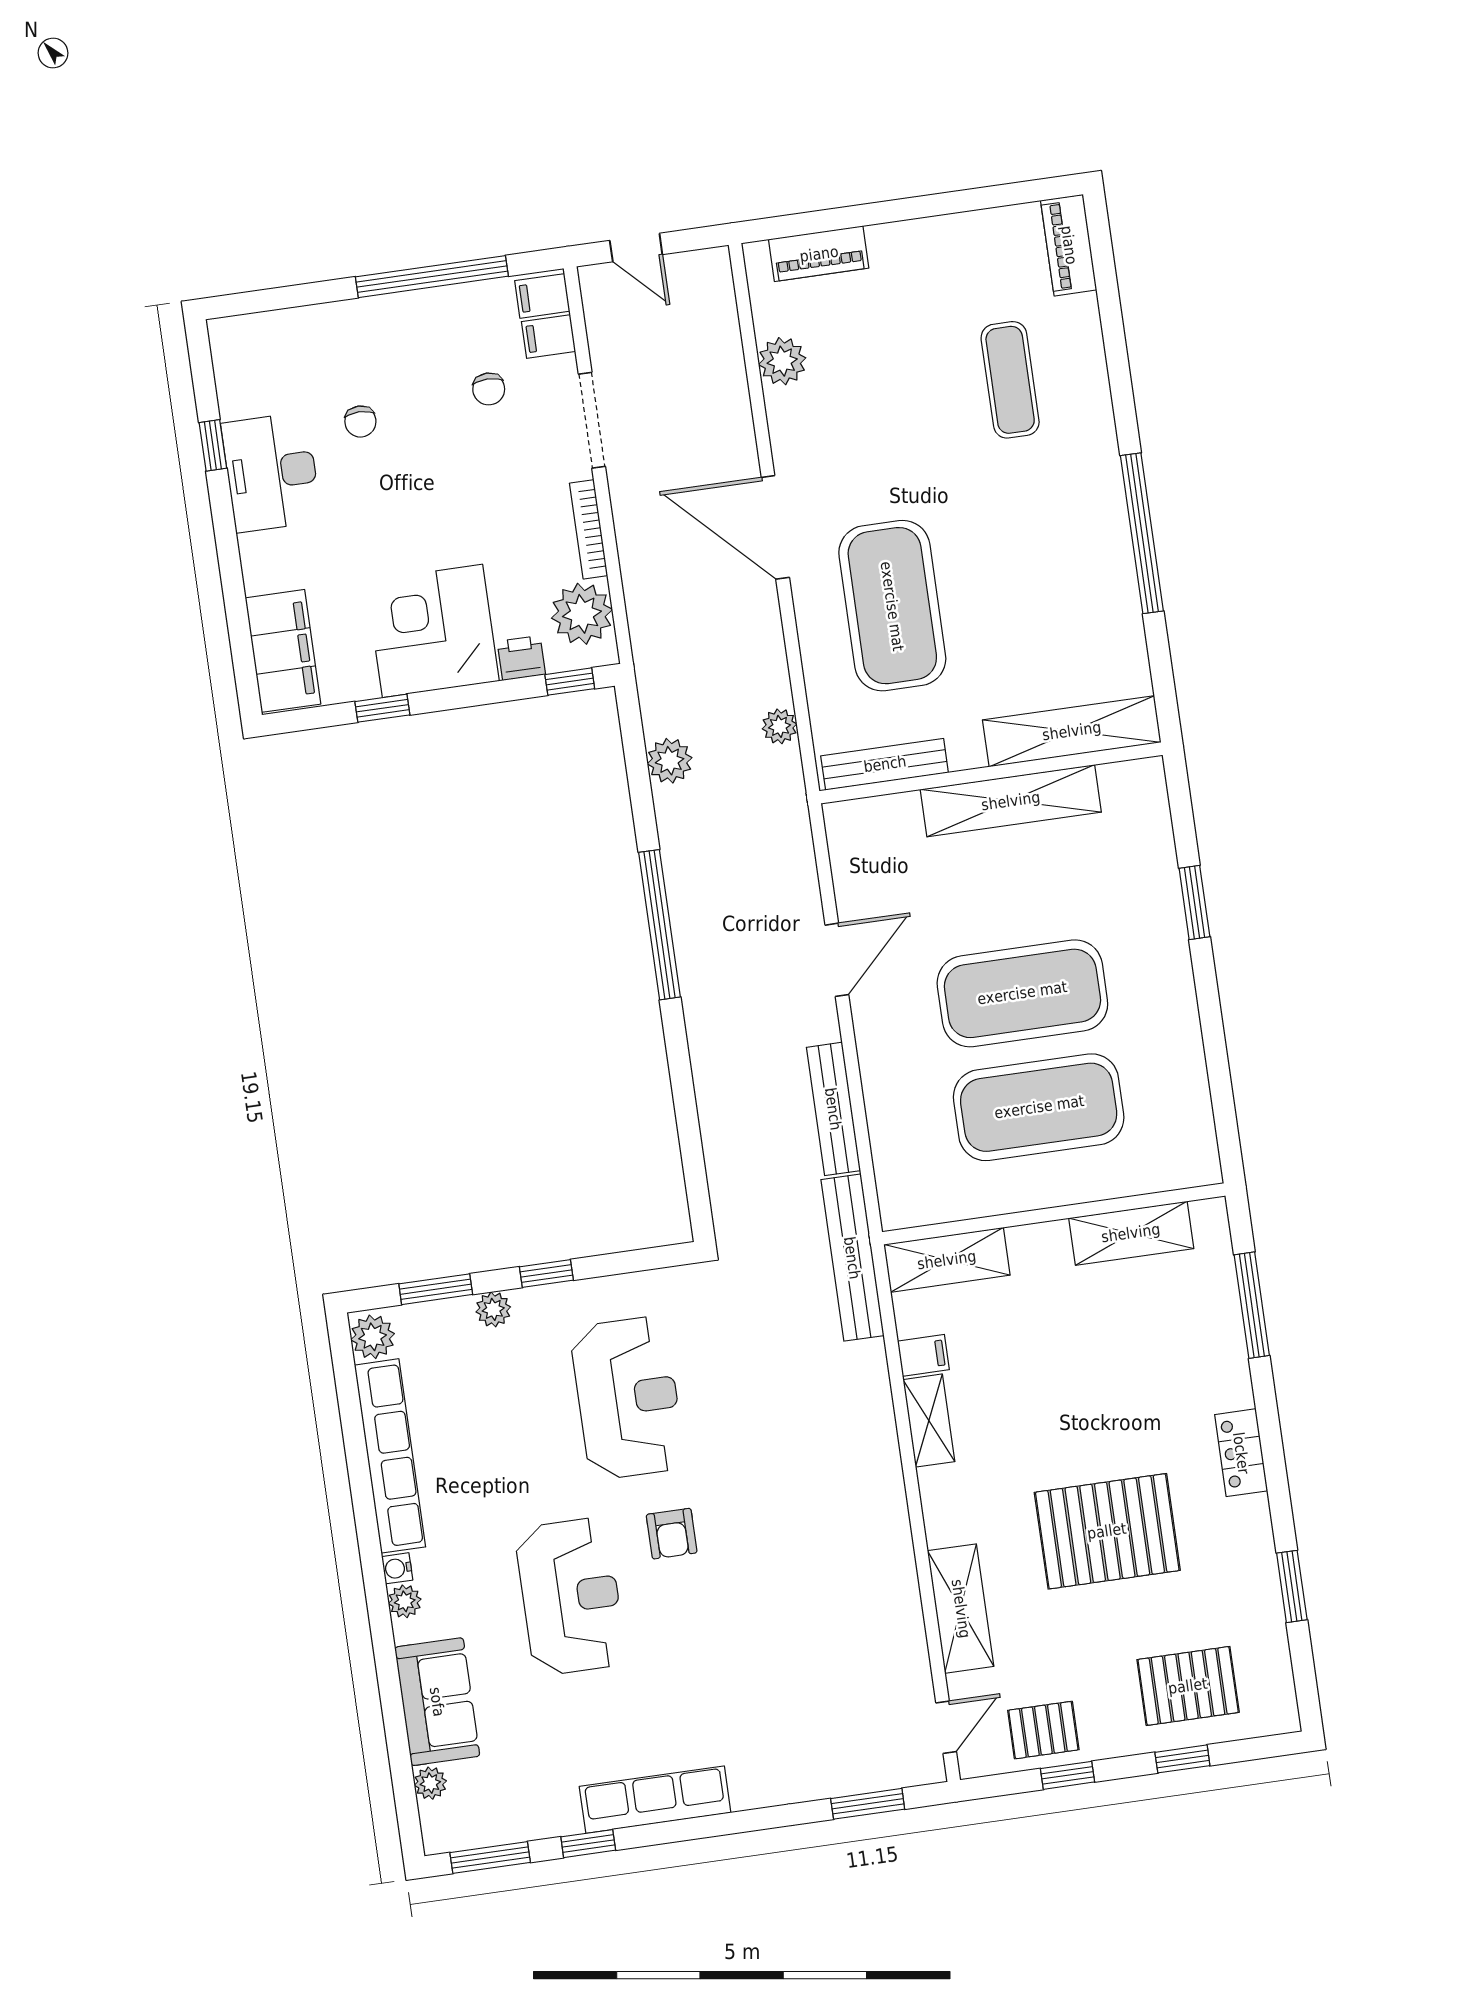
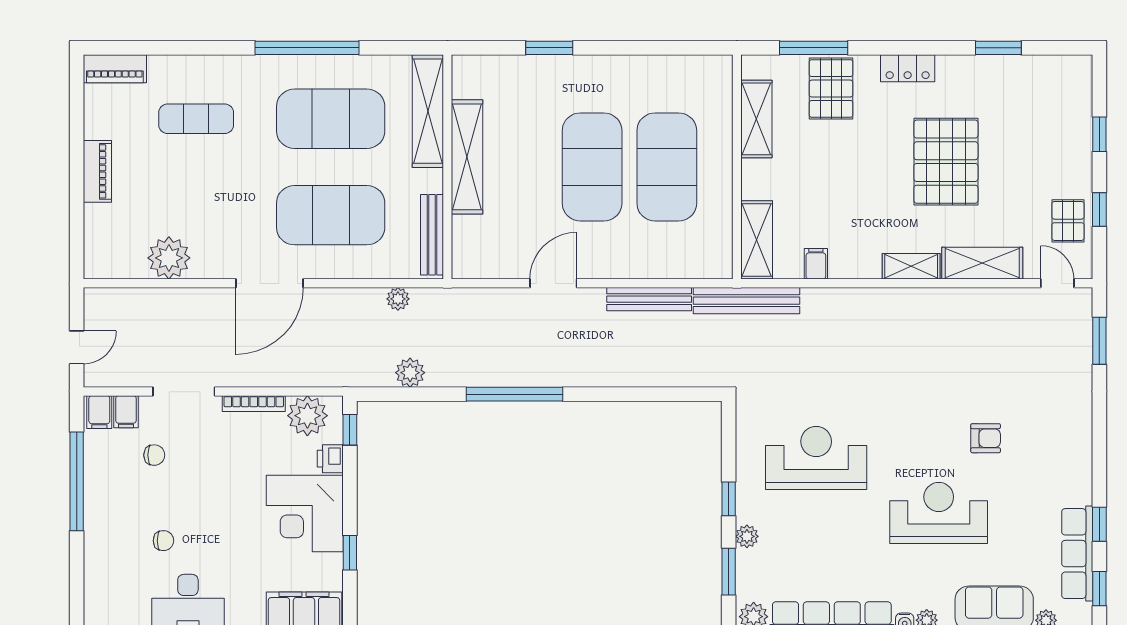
piano: (819, 254) -> (97, 171), moved
plant: (782, 361) -> (169, 258), width x1.36, depth x1.36
exercise mat: (1039, 585) -> (331, 119), added
door: (837, 960) -> (553, 283), hinge flipped
shelving: (929, 1421) -> (911, 266), moved
armchair: (672, 1534) -> (986, 438), moved
pallet: (1188, 1686) -> (831, 89), moved
row of seats: (655, 1800) -> (1077, 554), moved
window: (490, 1858) -> (1099, 589), width x0.67

